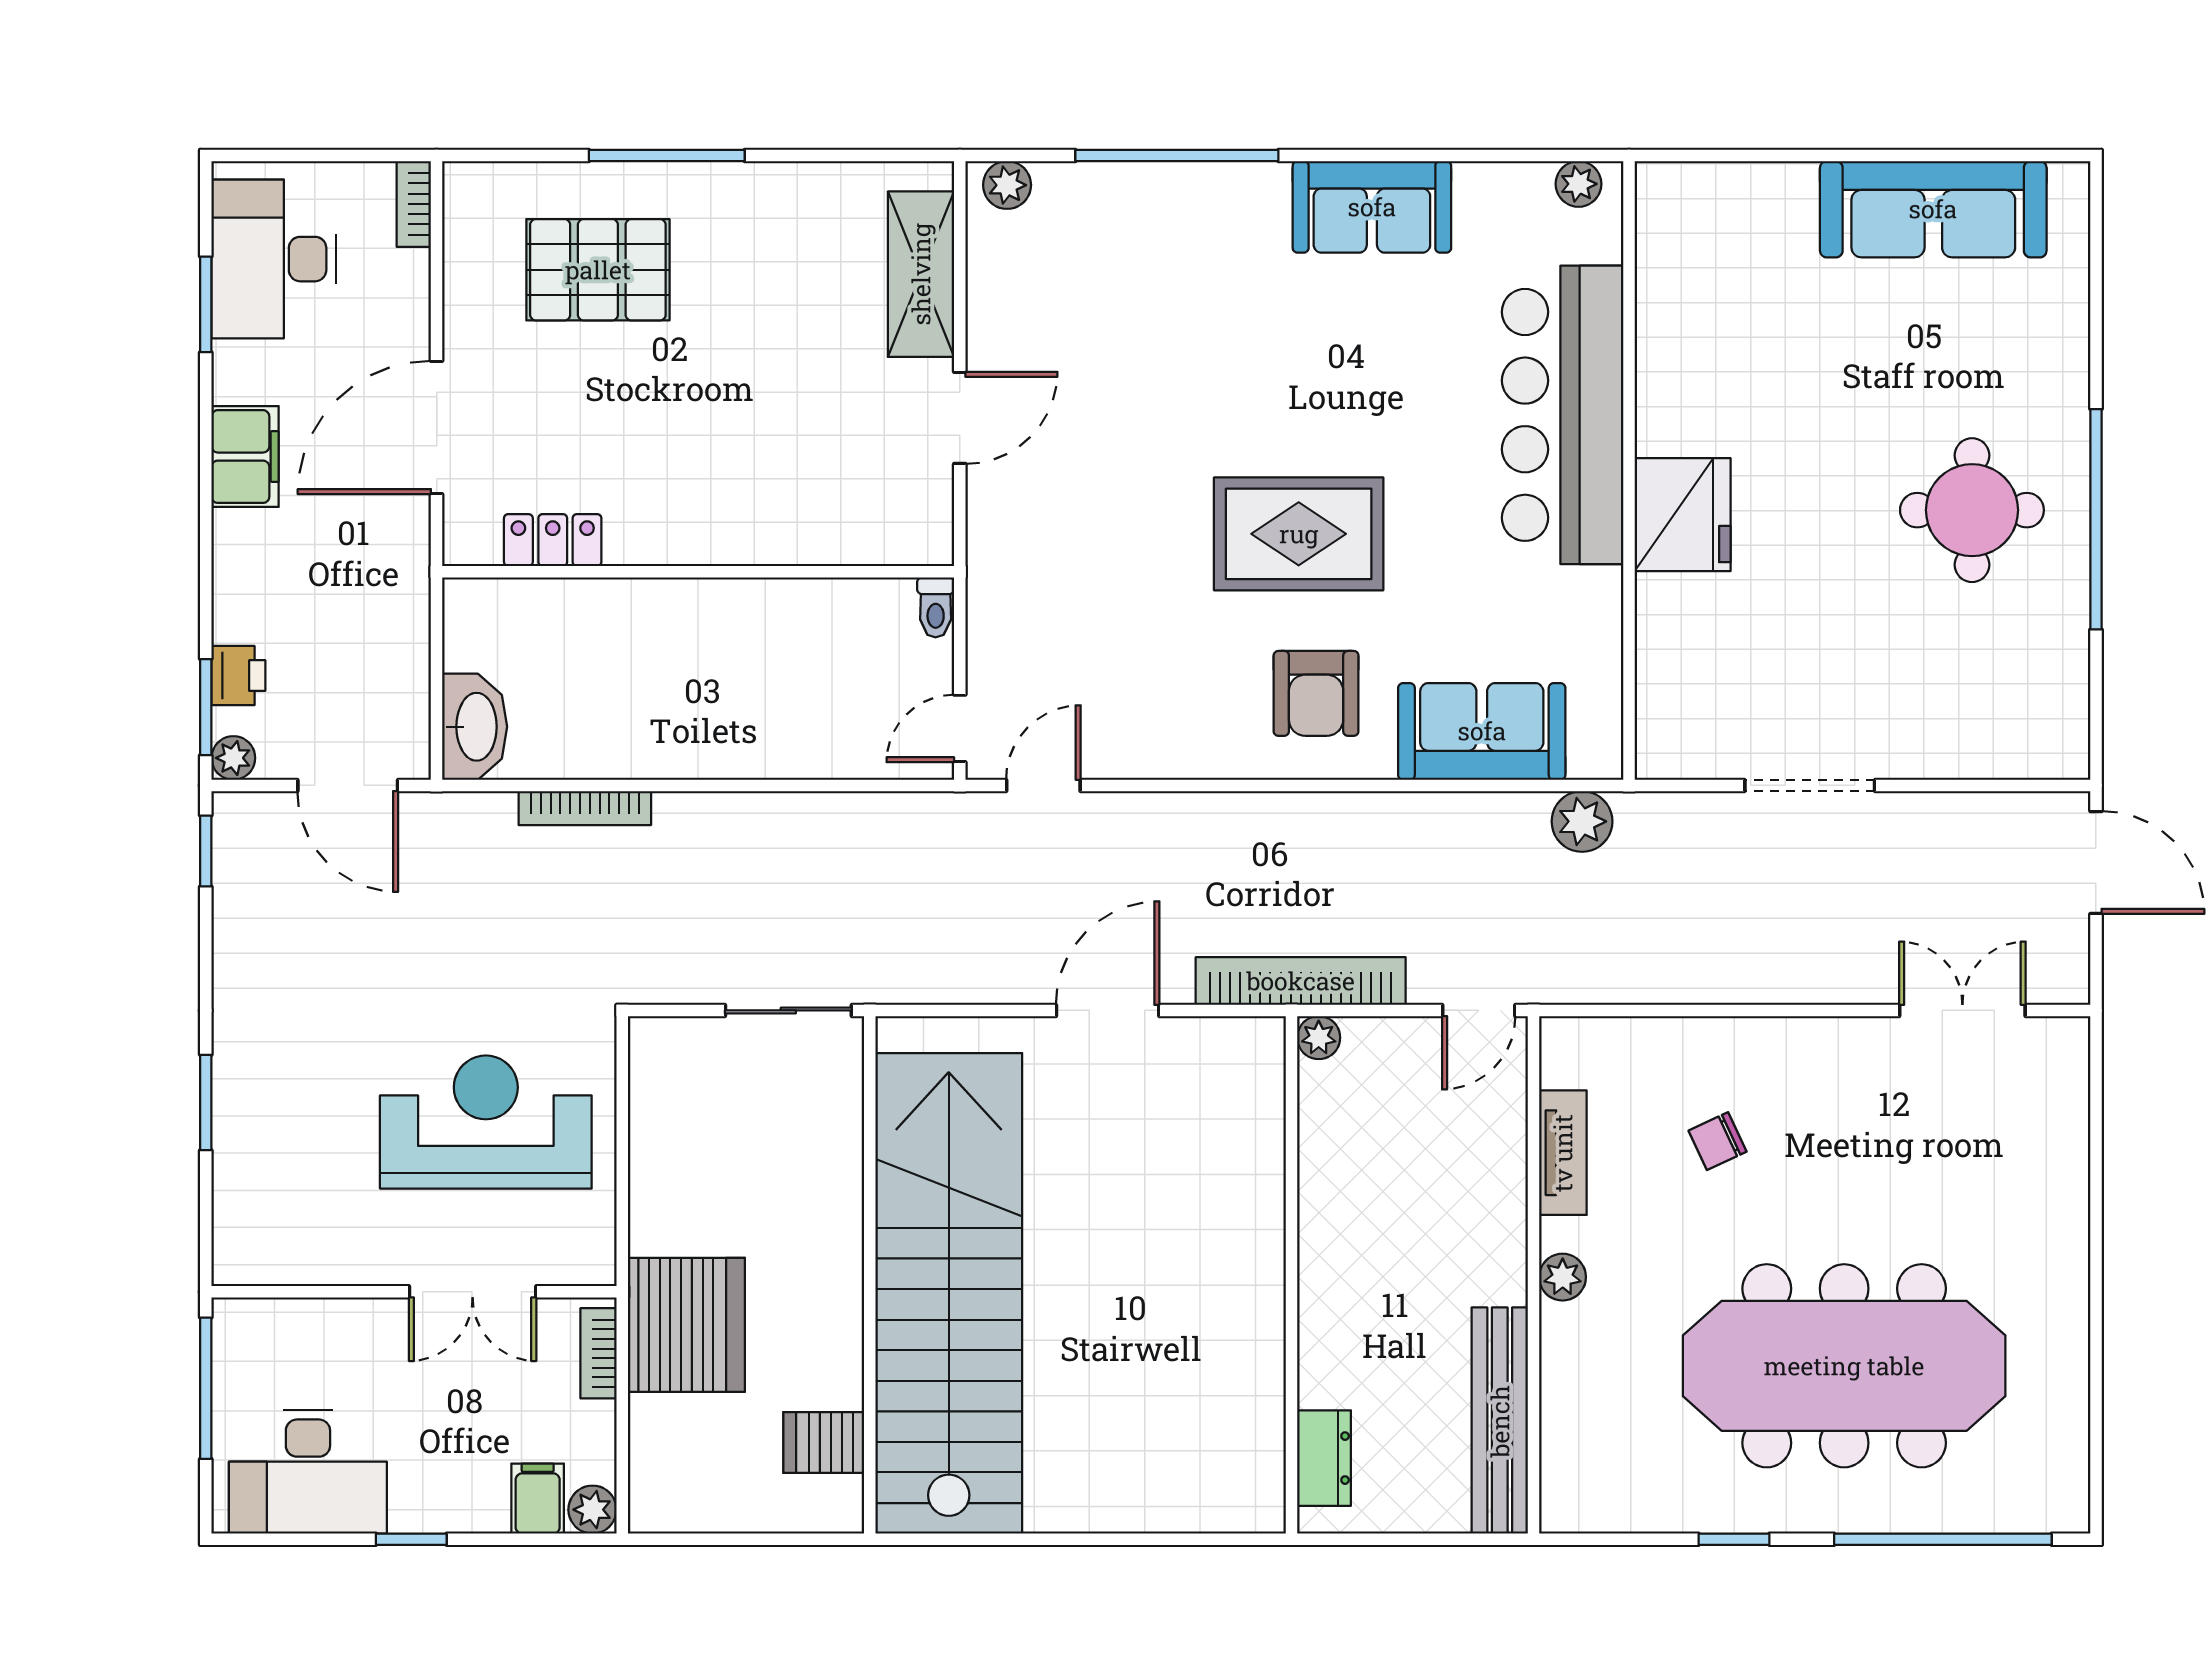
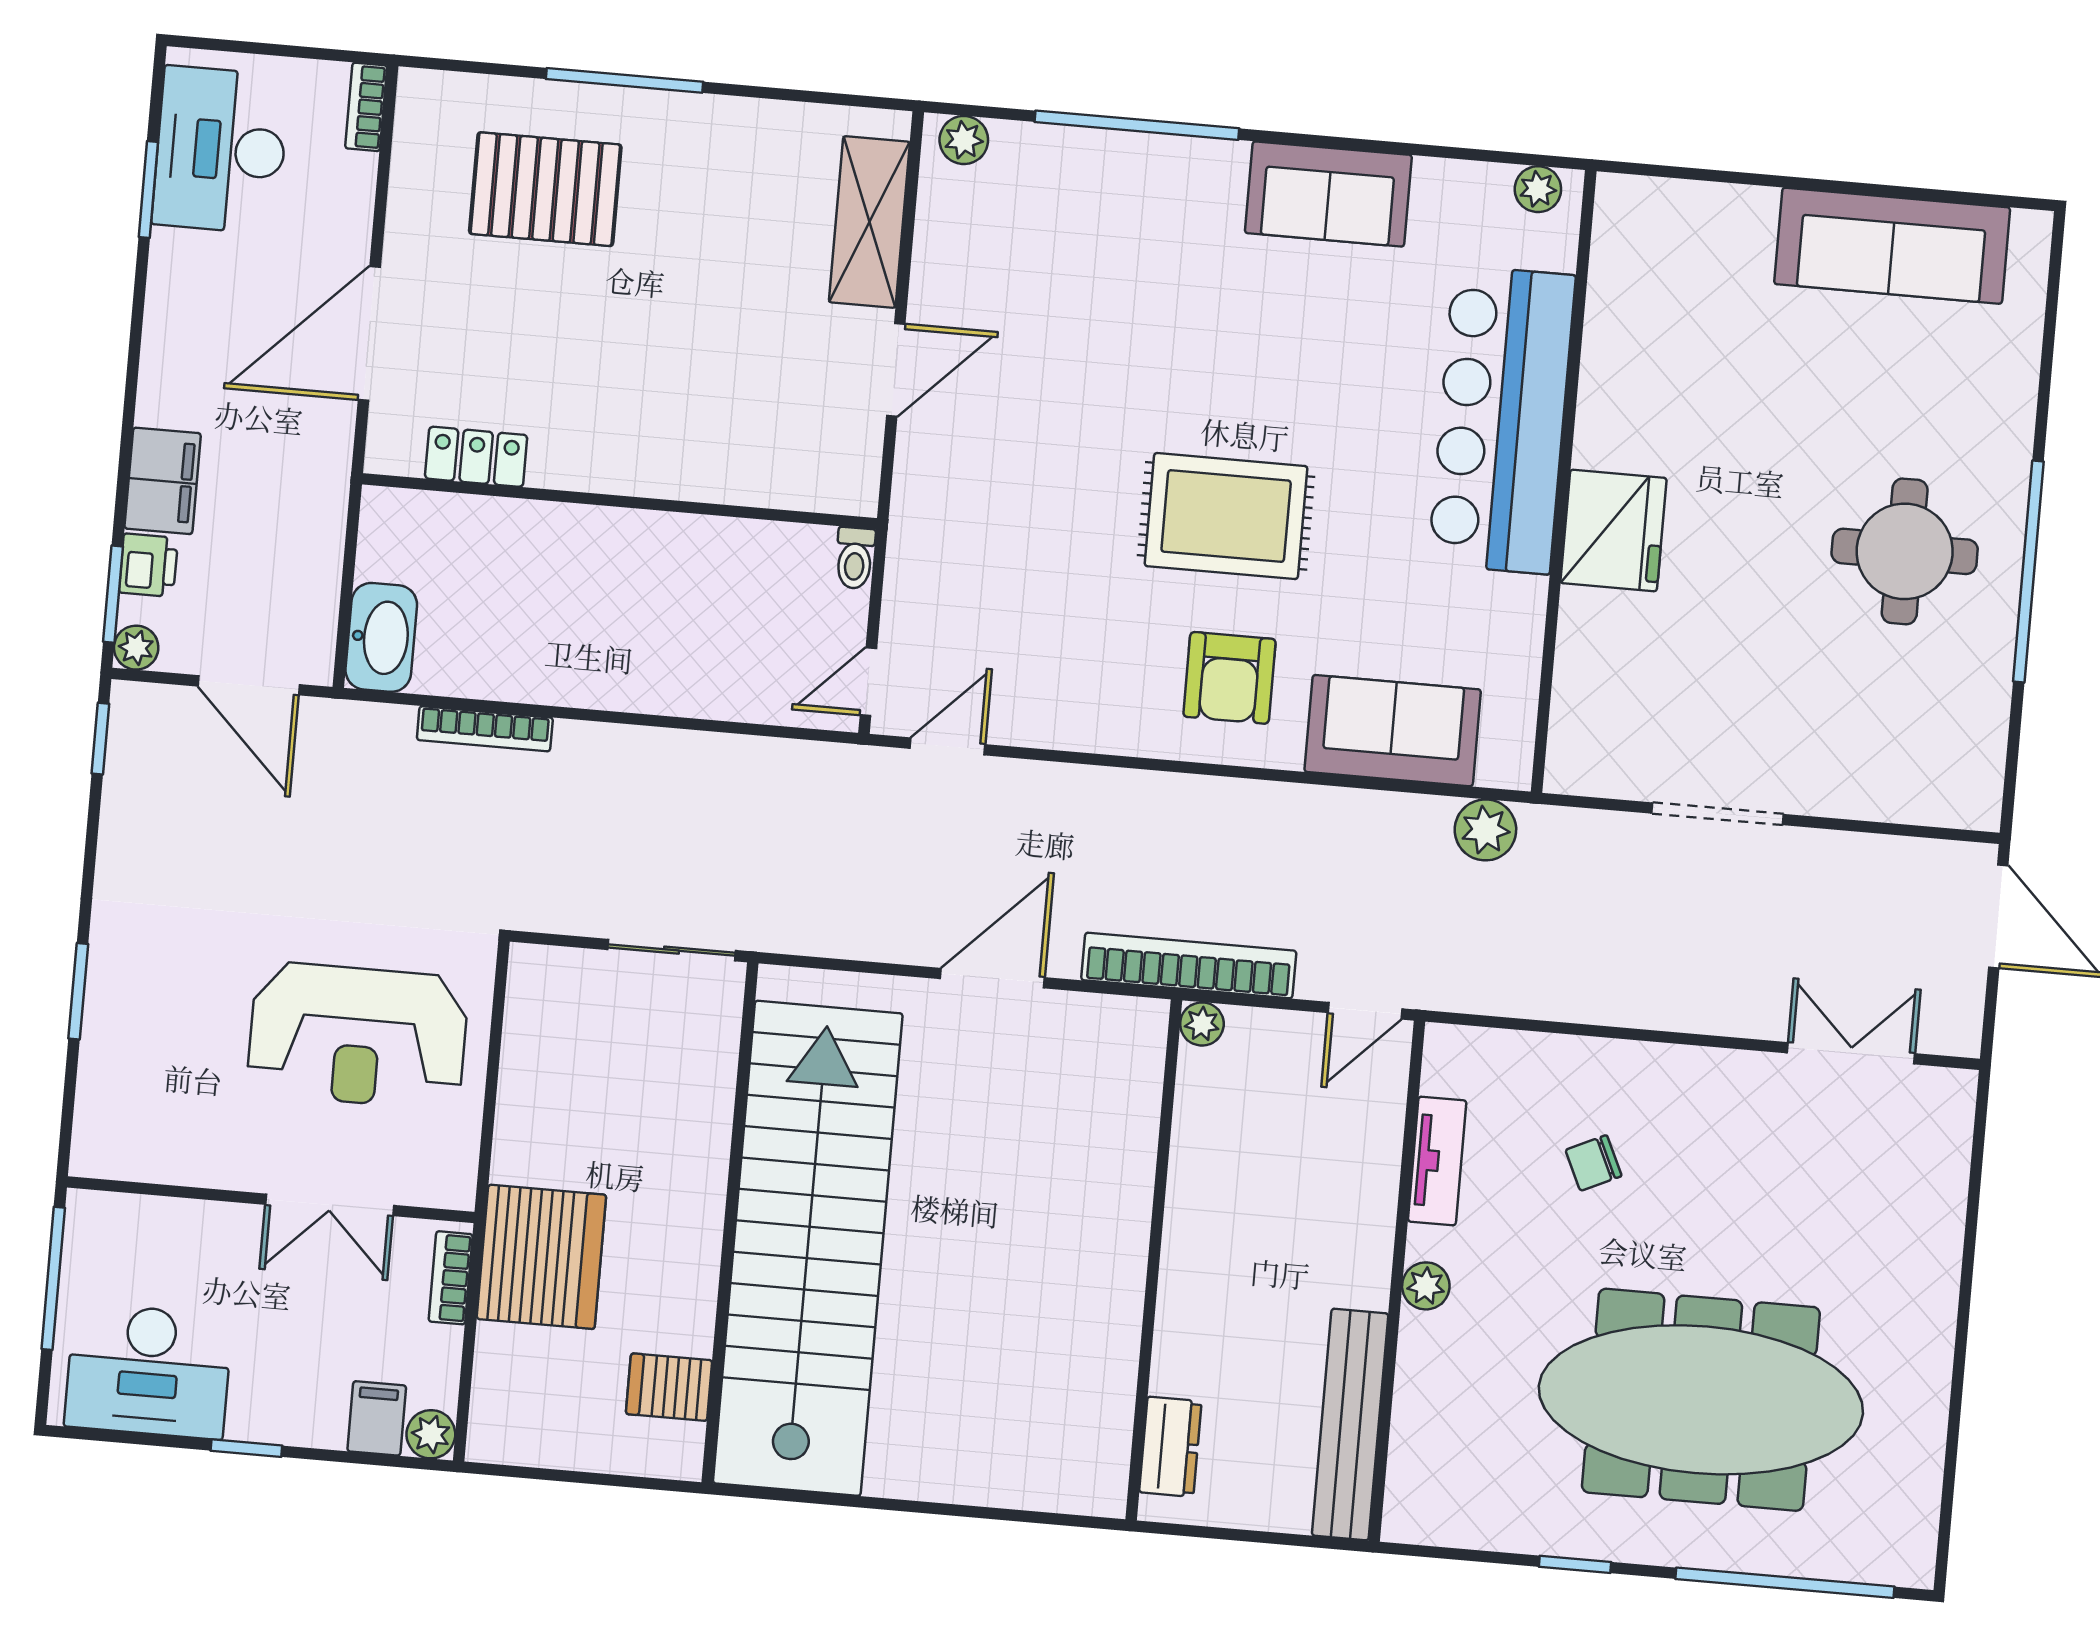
filing cabinet: (245, 457) -> (163, 481), moved
reception desk: (486, 1122) -> (358, 1036), turned 180

